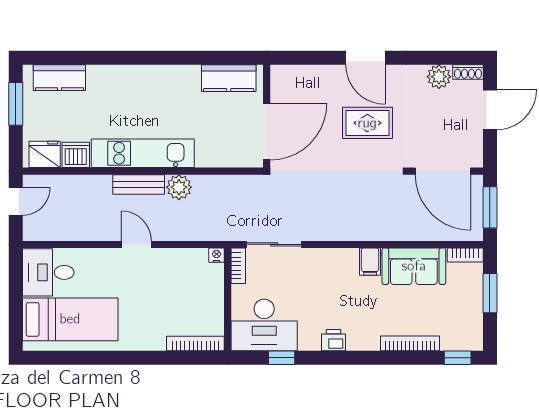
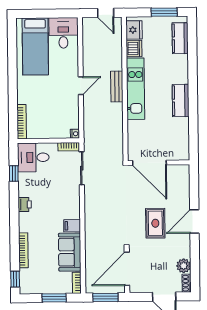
kitchen counter: (229, 78) -> (181, 101), moved
plant: (179, 187) -> (115, 111), removed
desk: (264, 325) -> (33, 157), width x0.73

